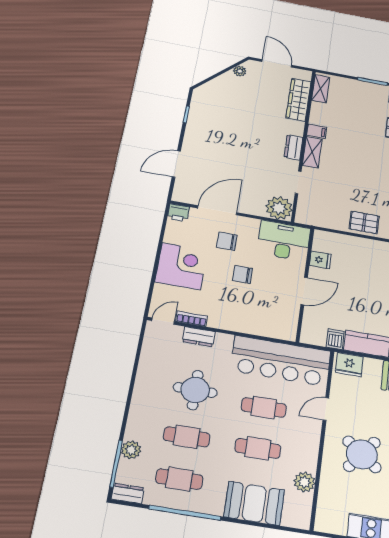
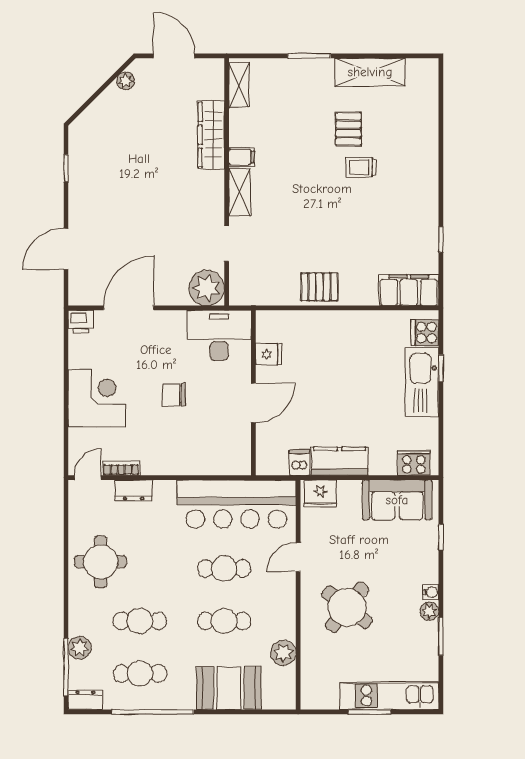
wardrobe: (299, 100) -> (211, 135), moved
dresser: (293, 147) -> (214, 190), removed
chair: (227, 241) -> (147, 351), removed
round table: (195, 390) -> (101, 562), moved

